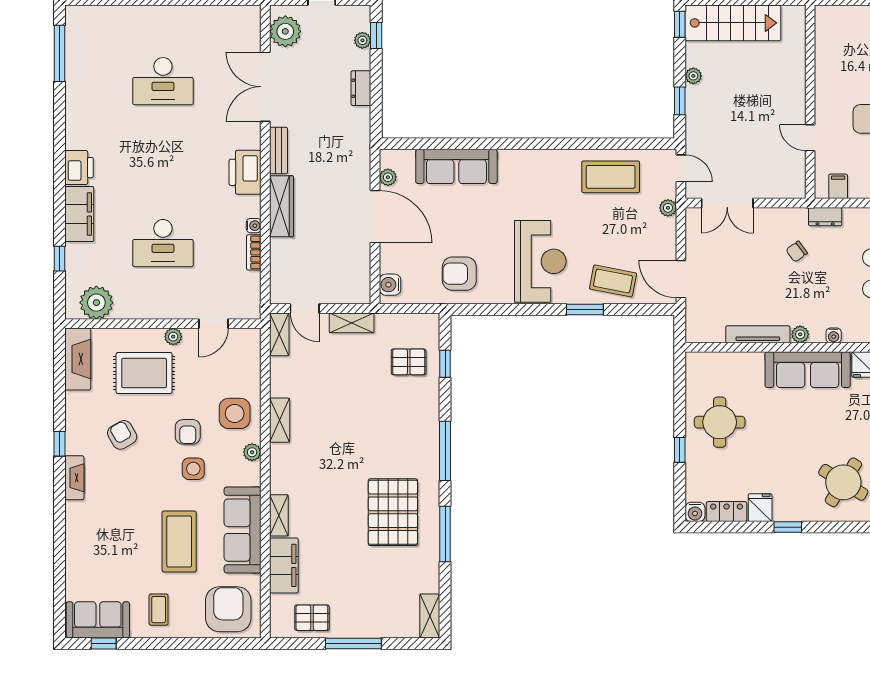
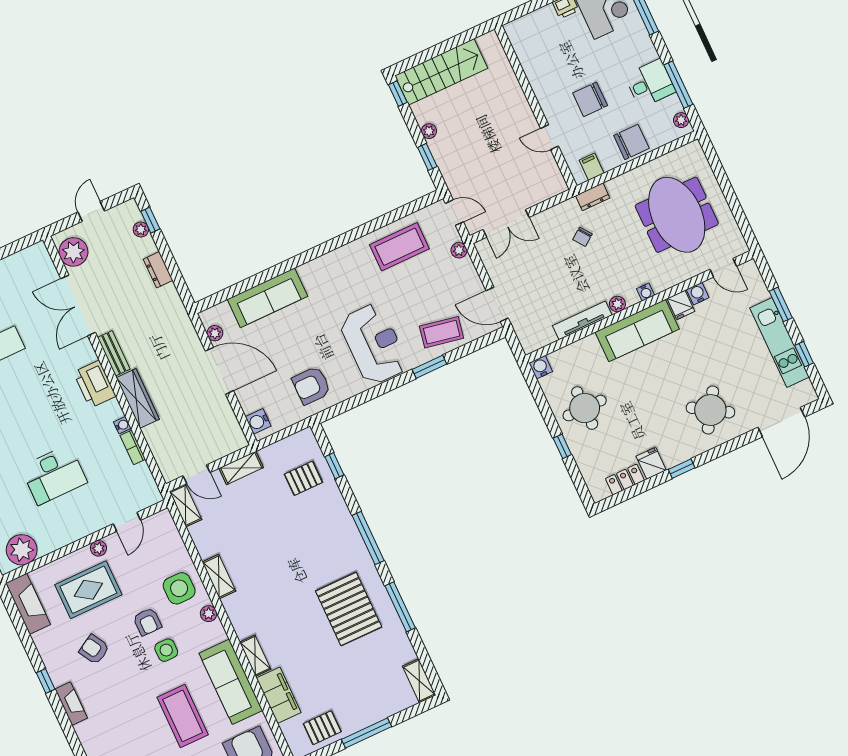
water cooler: (695, 512) -> (541, 367), moved, turned 180

